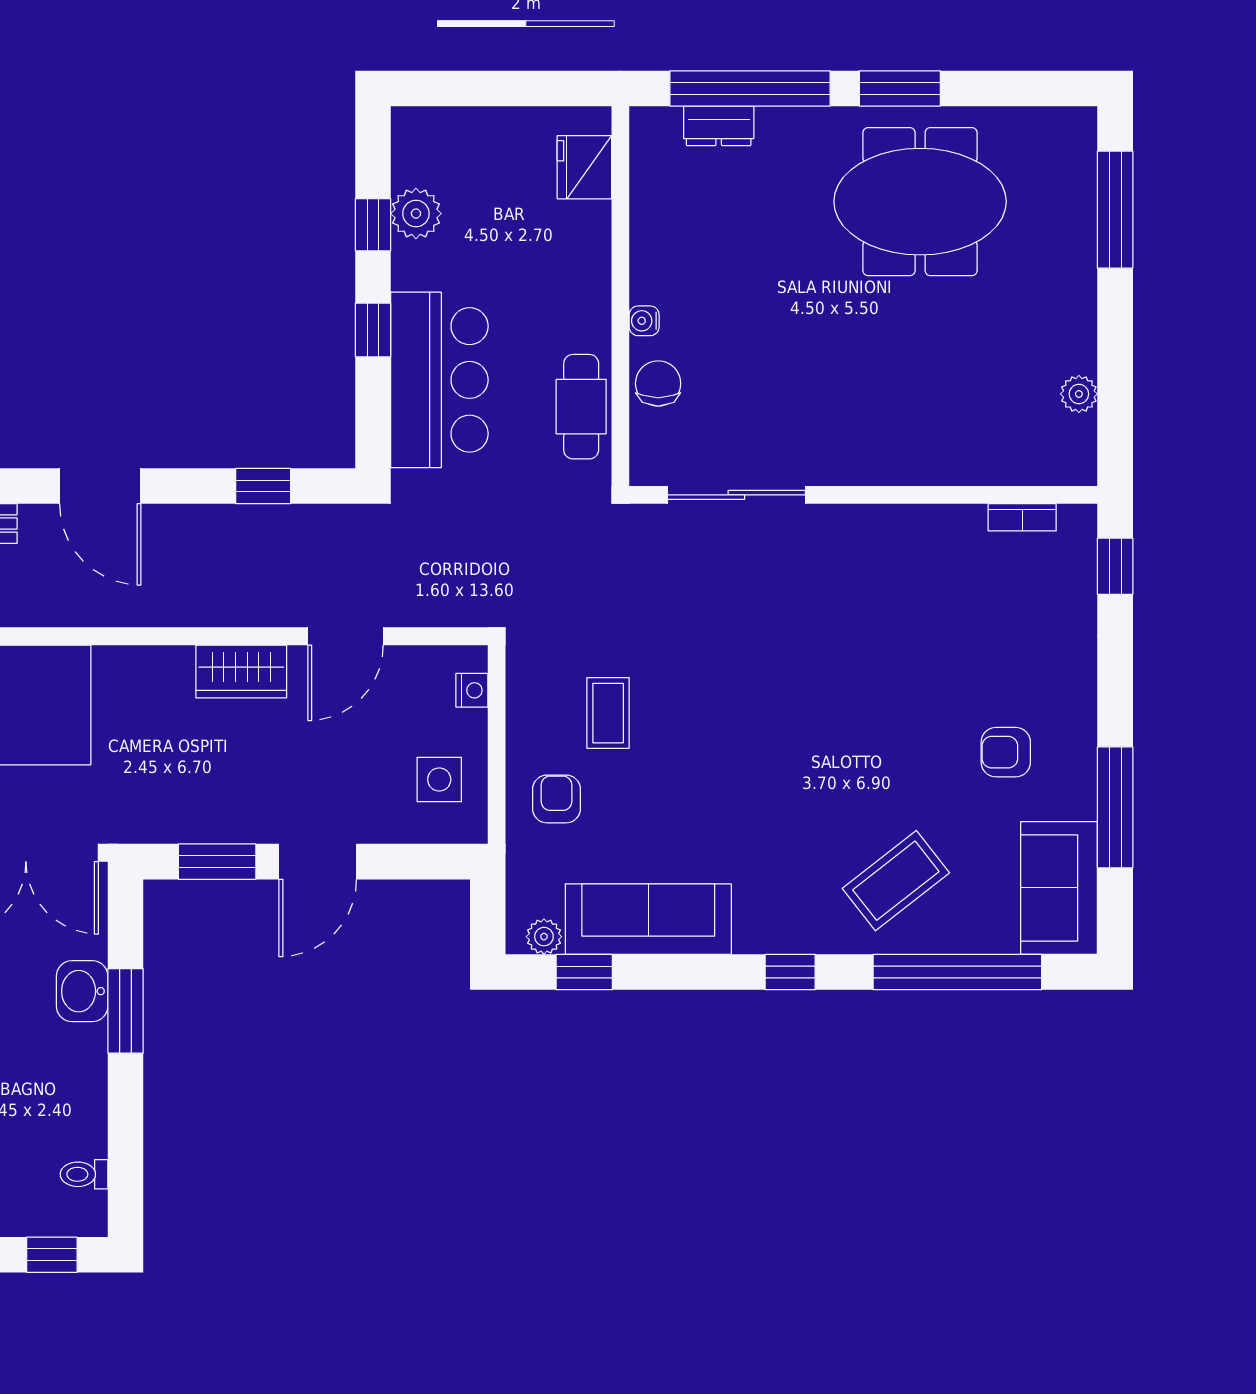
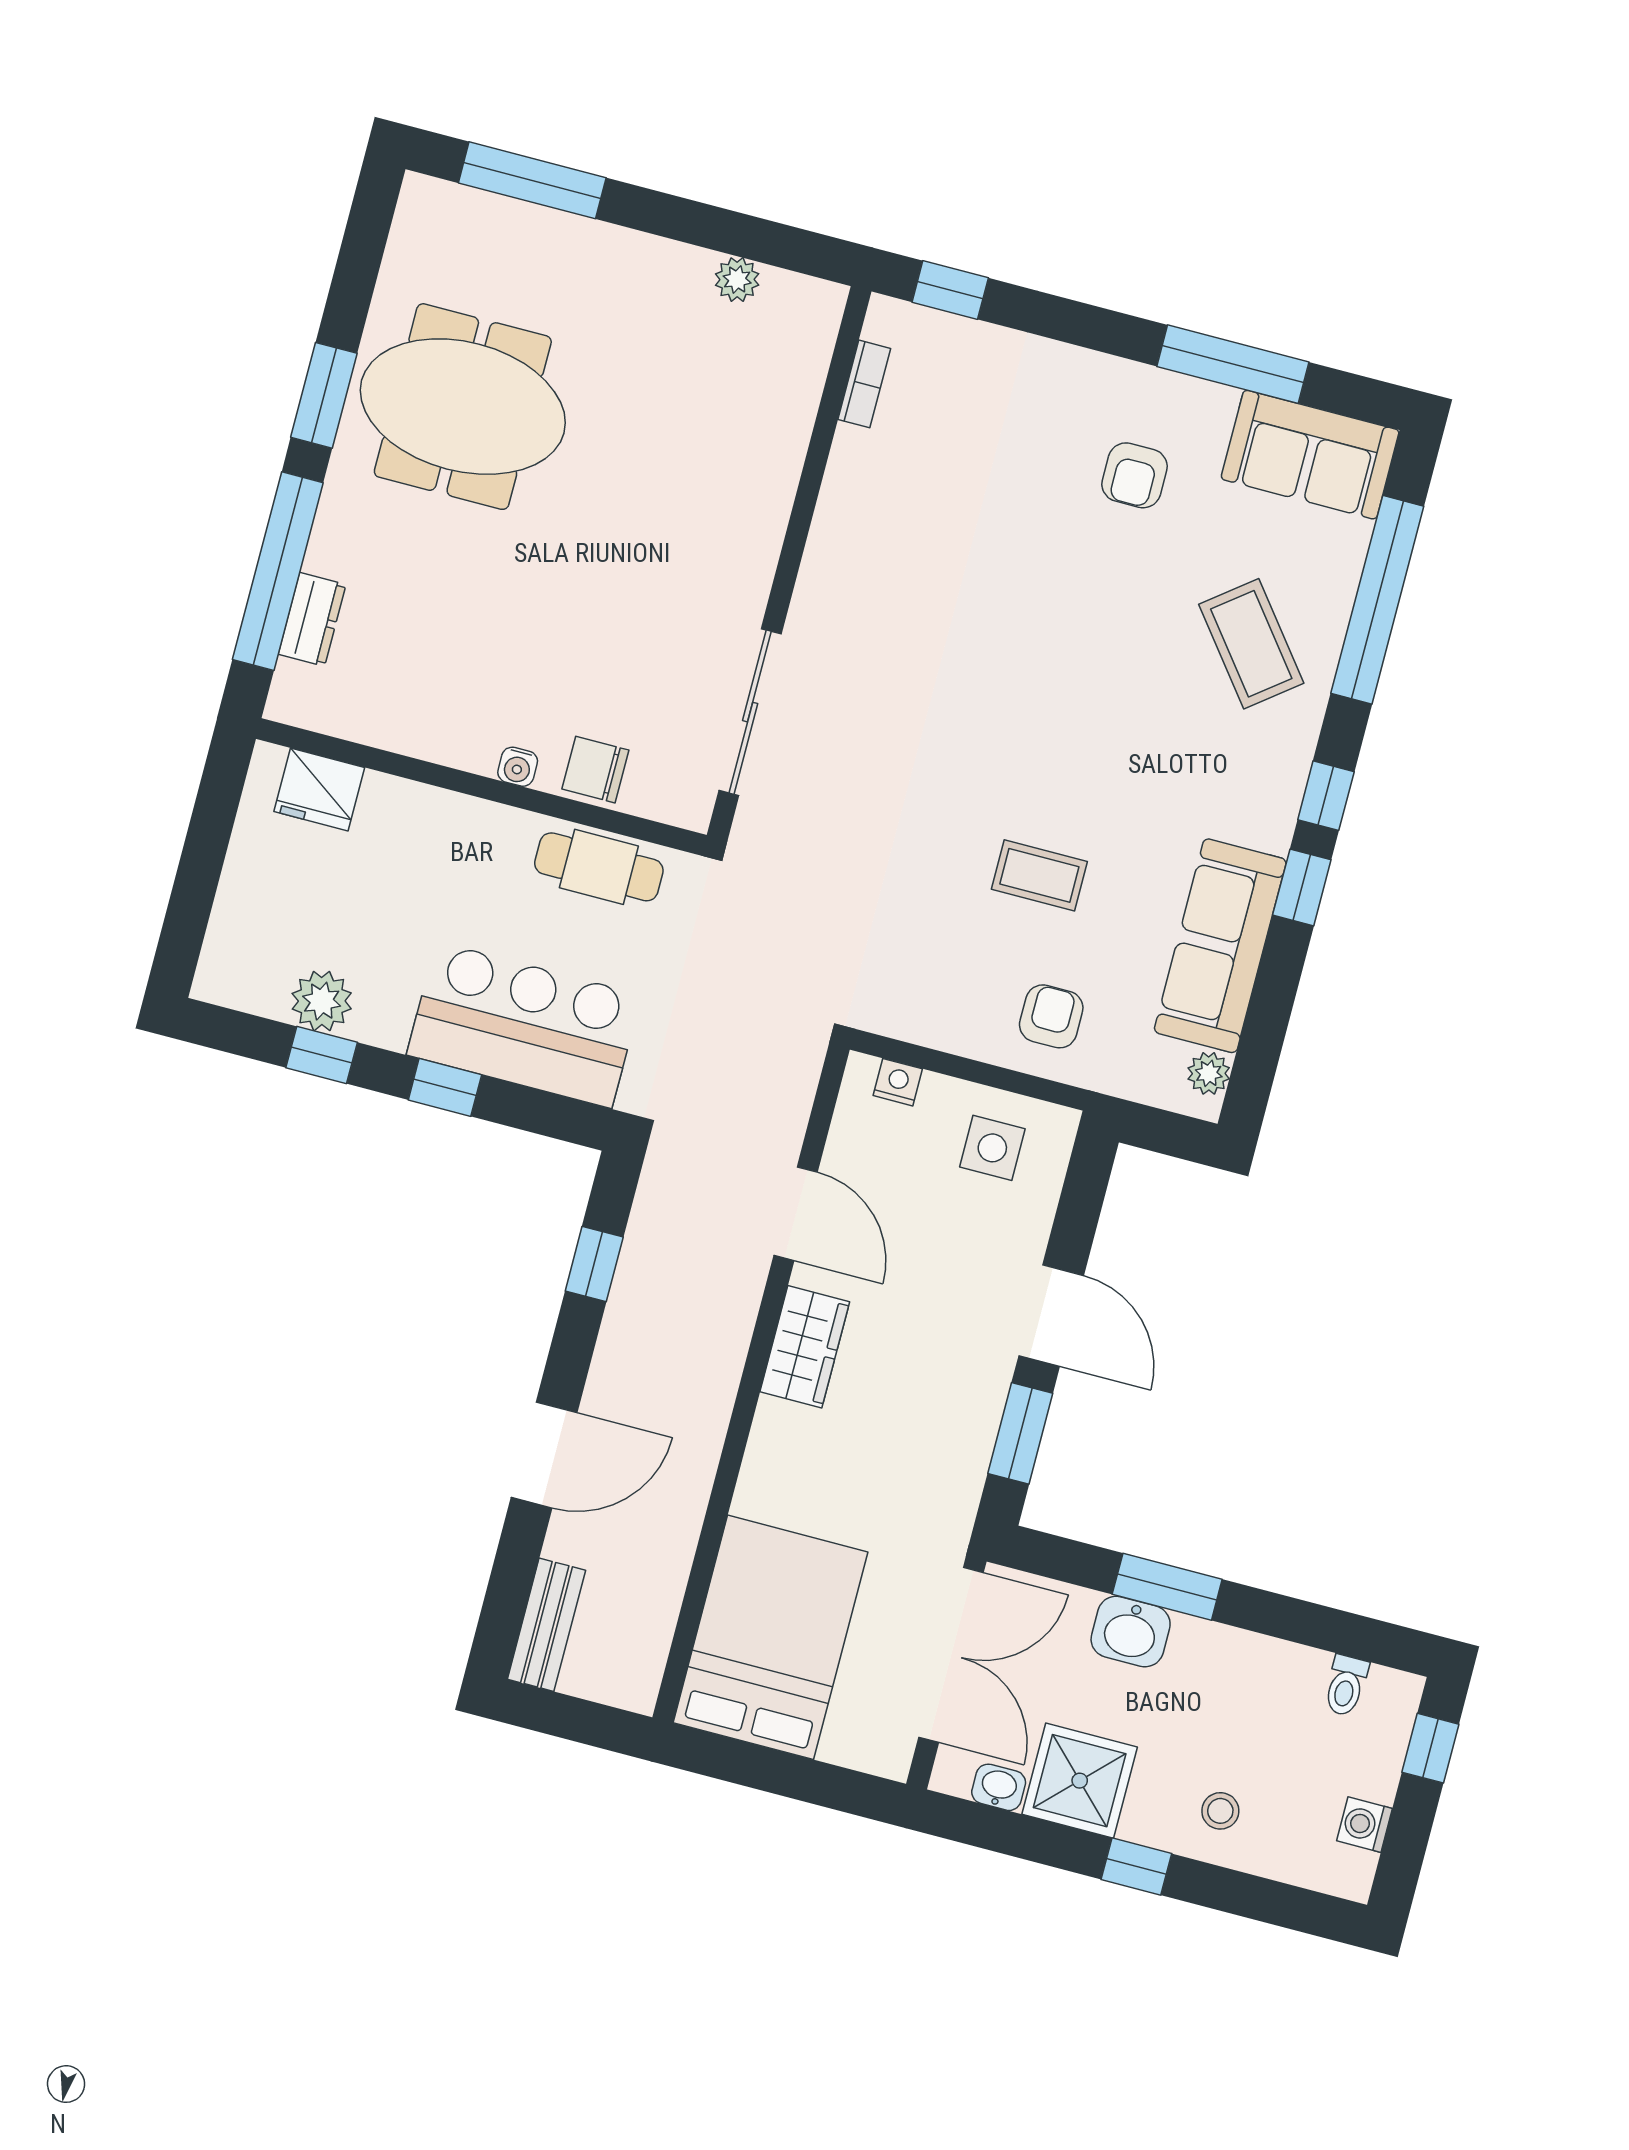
meeting table: (920, 202) -> (463, 407), turned 90
coffee table: (608, 713) -> (1039, 875), moved
armchair: (557, 799) -> (1051, 1016), turned 90
window: (584, 972) -> (1302, 887), moved

